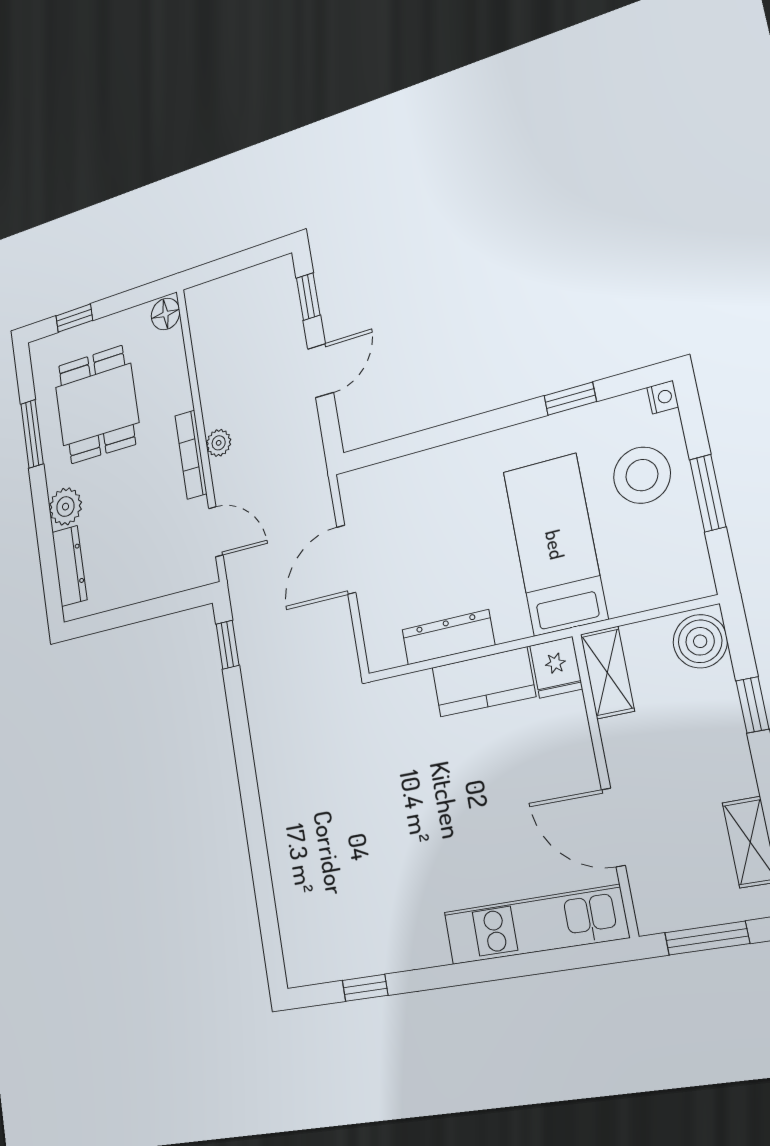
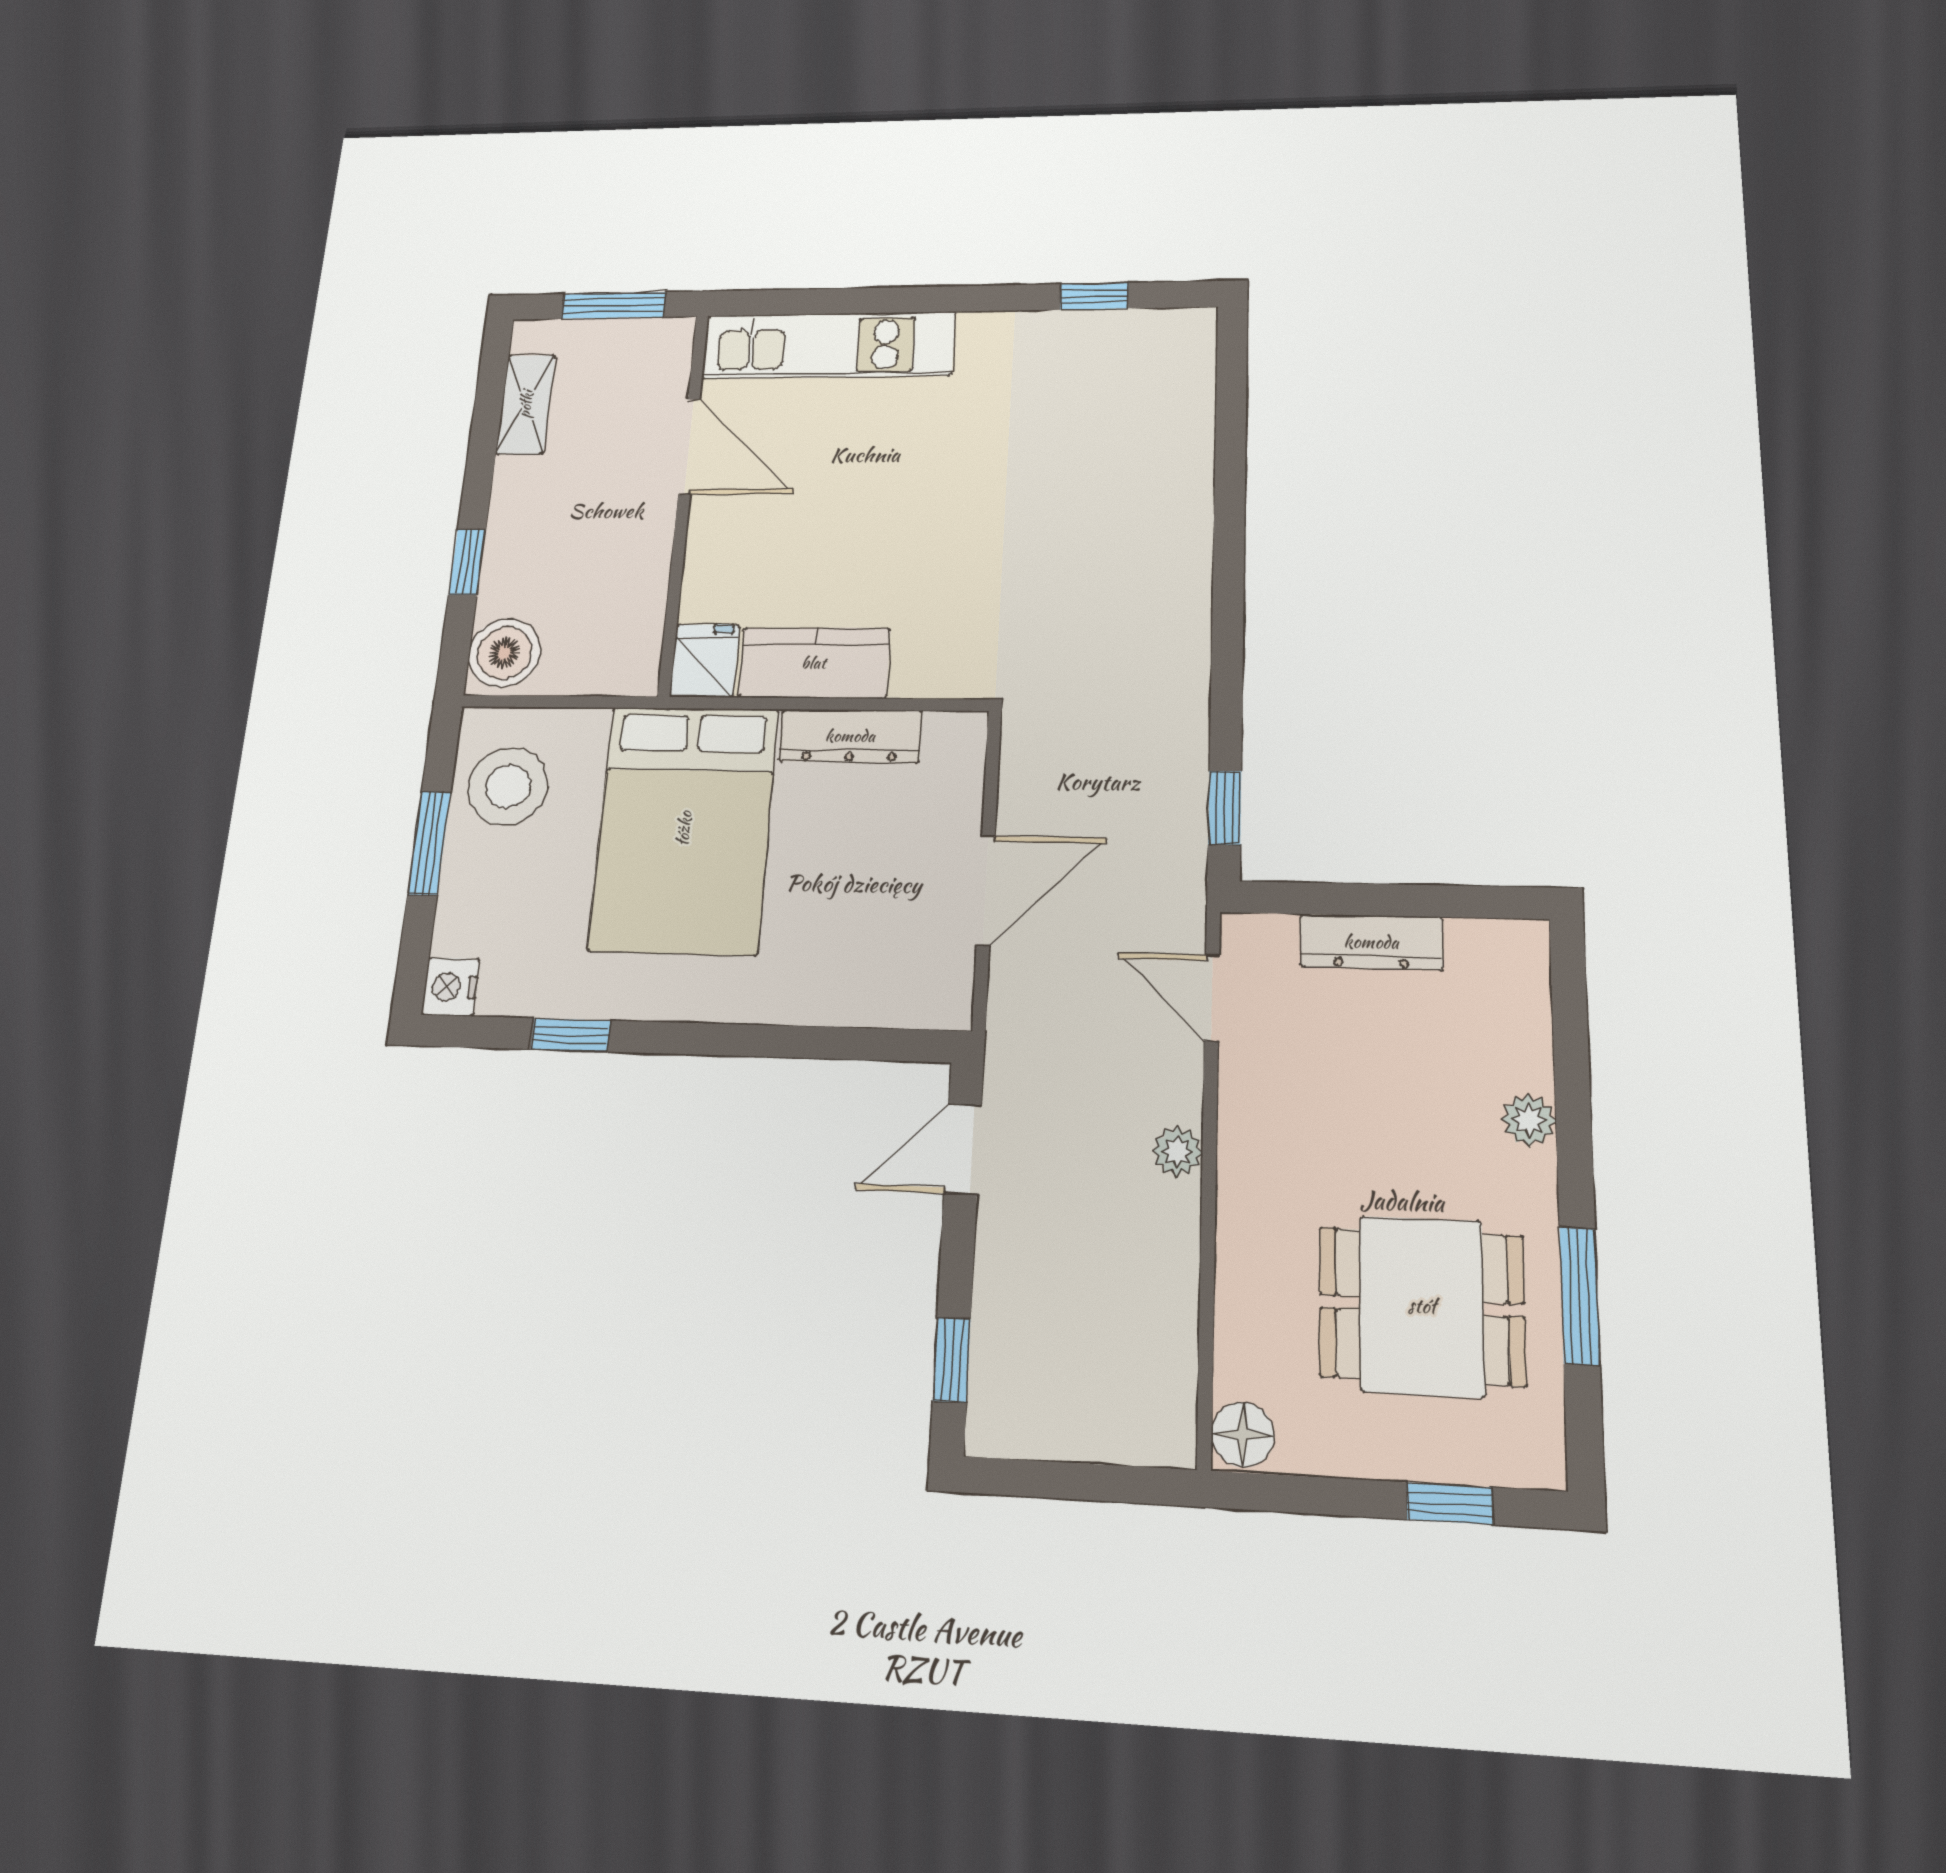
door: (320, 371) -> (963, 1149), moved
nightstand: (663, 397) -> (450, 987), width x1.39, depth x1.35
dining table: (97, 405) -> (1422, 1306), turned 90
bookcase: (191, 455) -> (1236, 1147), removed
stool: (642, 475) -> (508, 787), moved
plant: (65, 507) -> (1529, 1120), width x0.73, depth x0.73
bed: (555, 545) -> (684, 829), width x1.50
dresser: (69, 566) -> (1371, 942), moved, turned -90
shelving: (607, 673) -> (637, 639), removed

